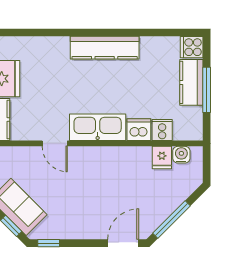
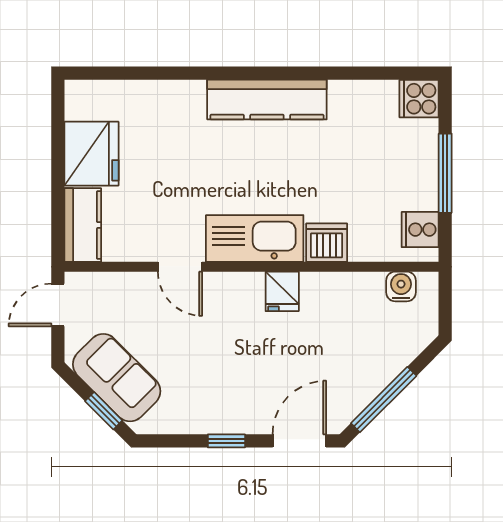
kitchen counter: (191, 82) -> (419, 160), removed
cooker: (162, 130) -> (420, 230), moved, turned -90
fridge: (162, 158) -> (282, 291), moved
window: (49, 243) -> (226, 441), moved

